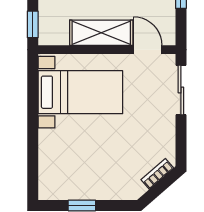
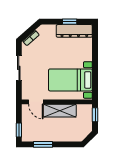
sliding door: (181, 90) -> (19, 68), moved
dresser: (73, 188) -> (74, 31), added

